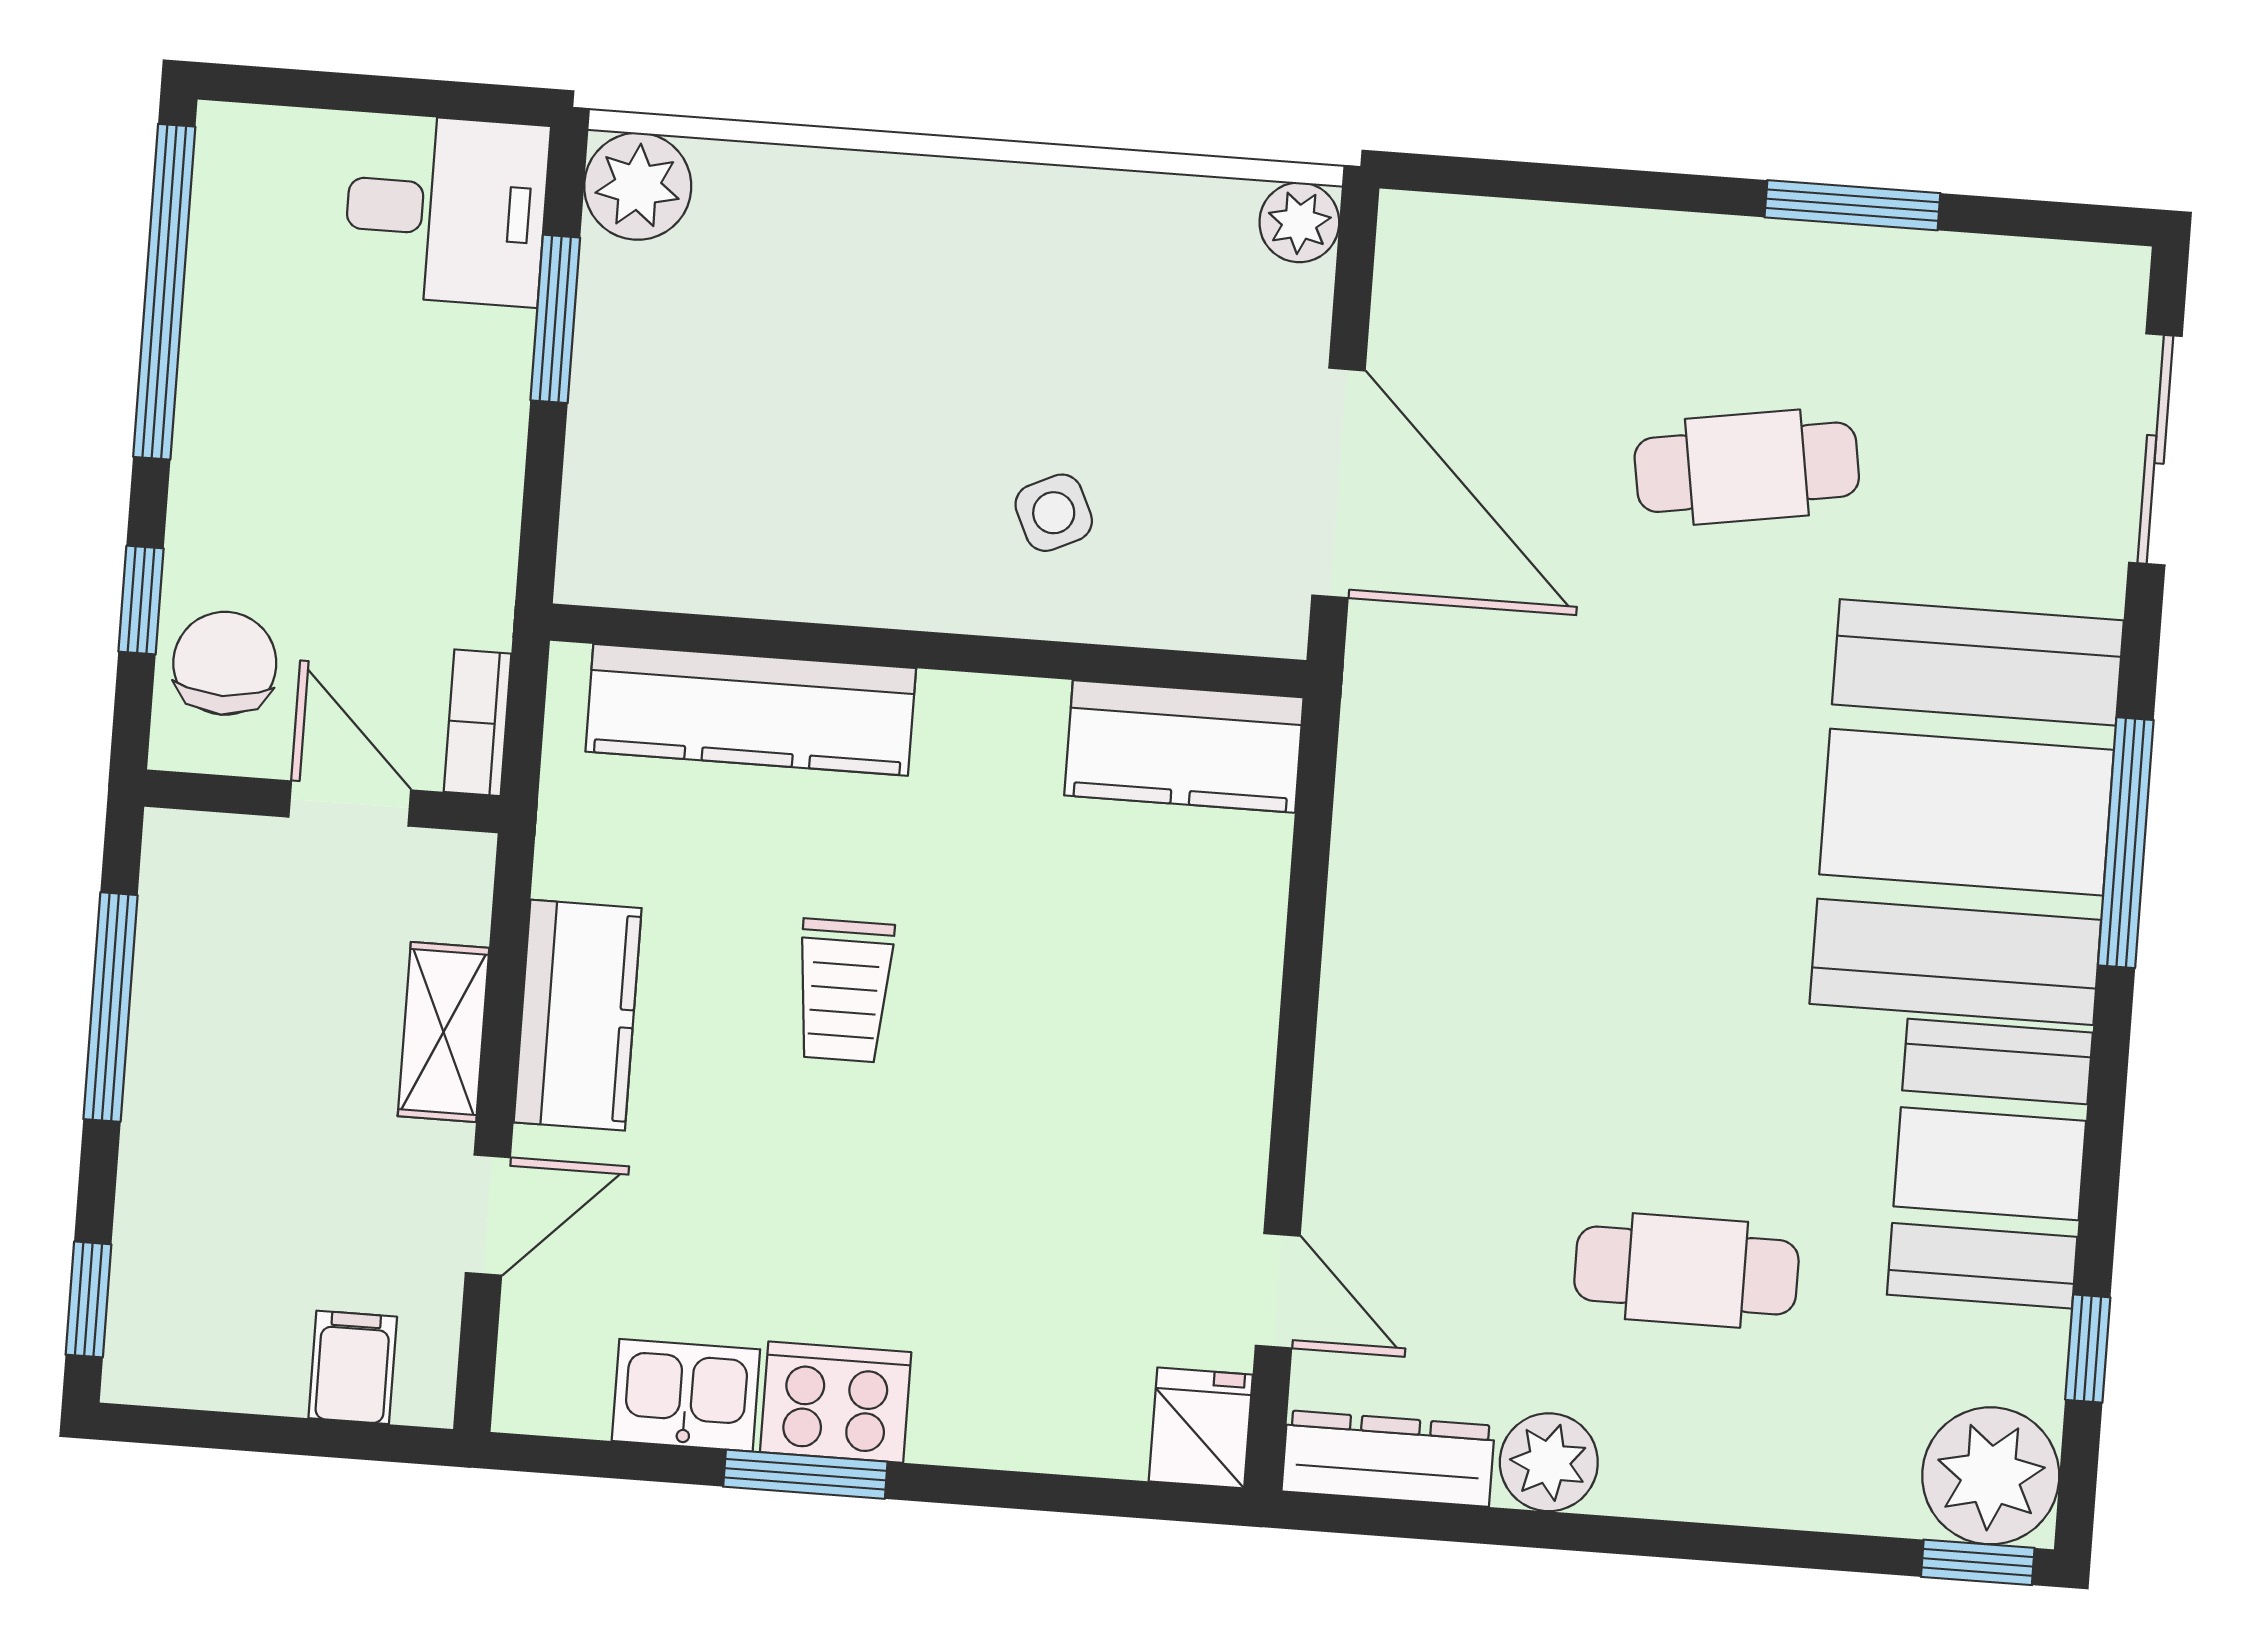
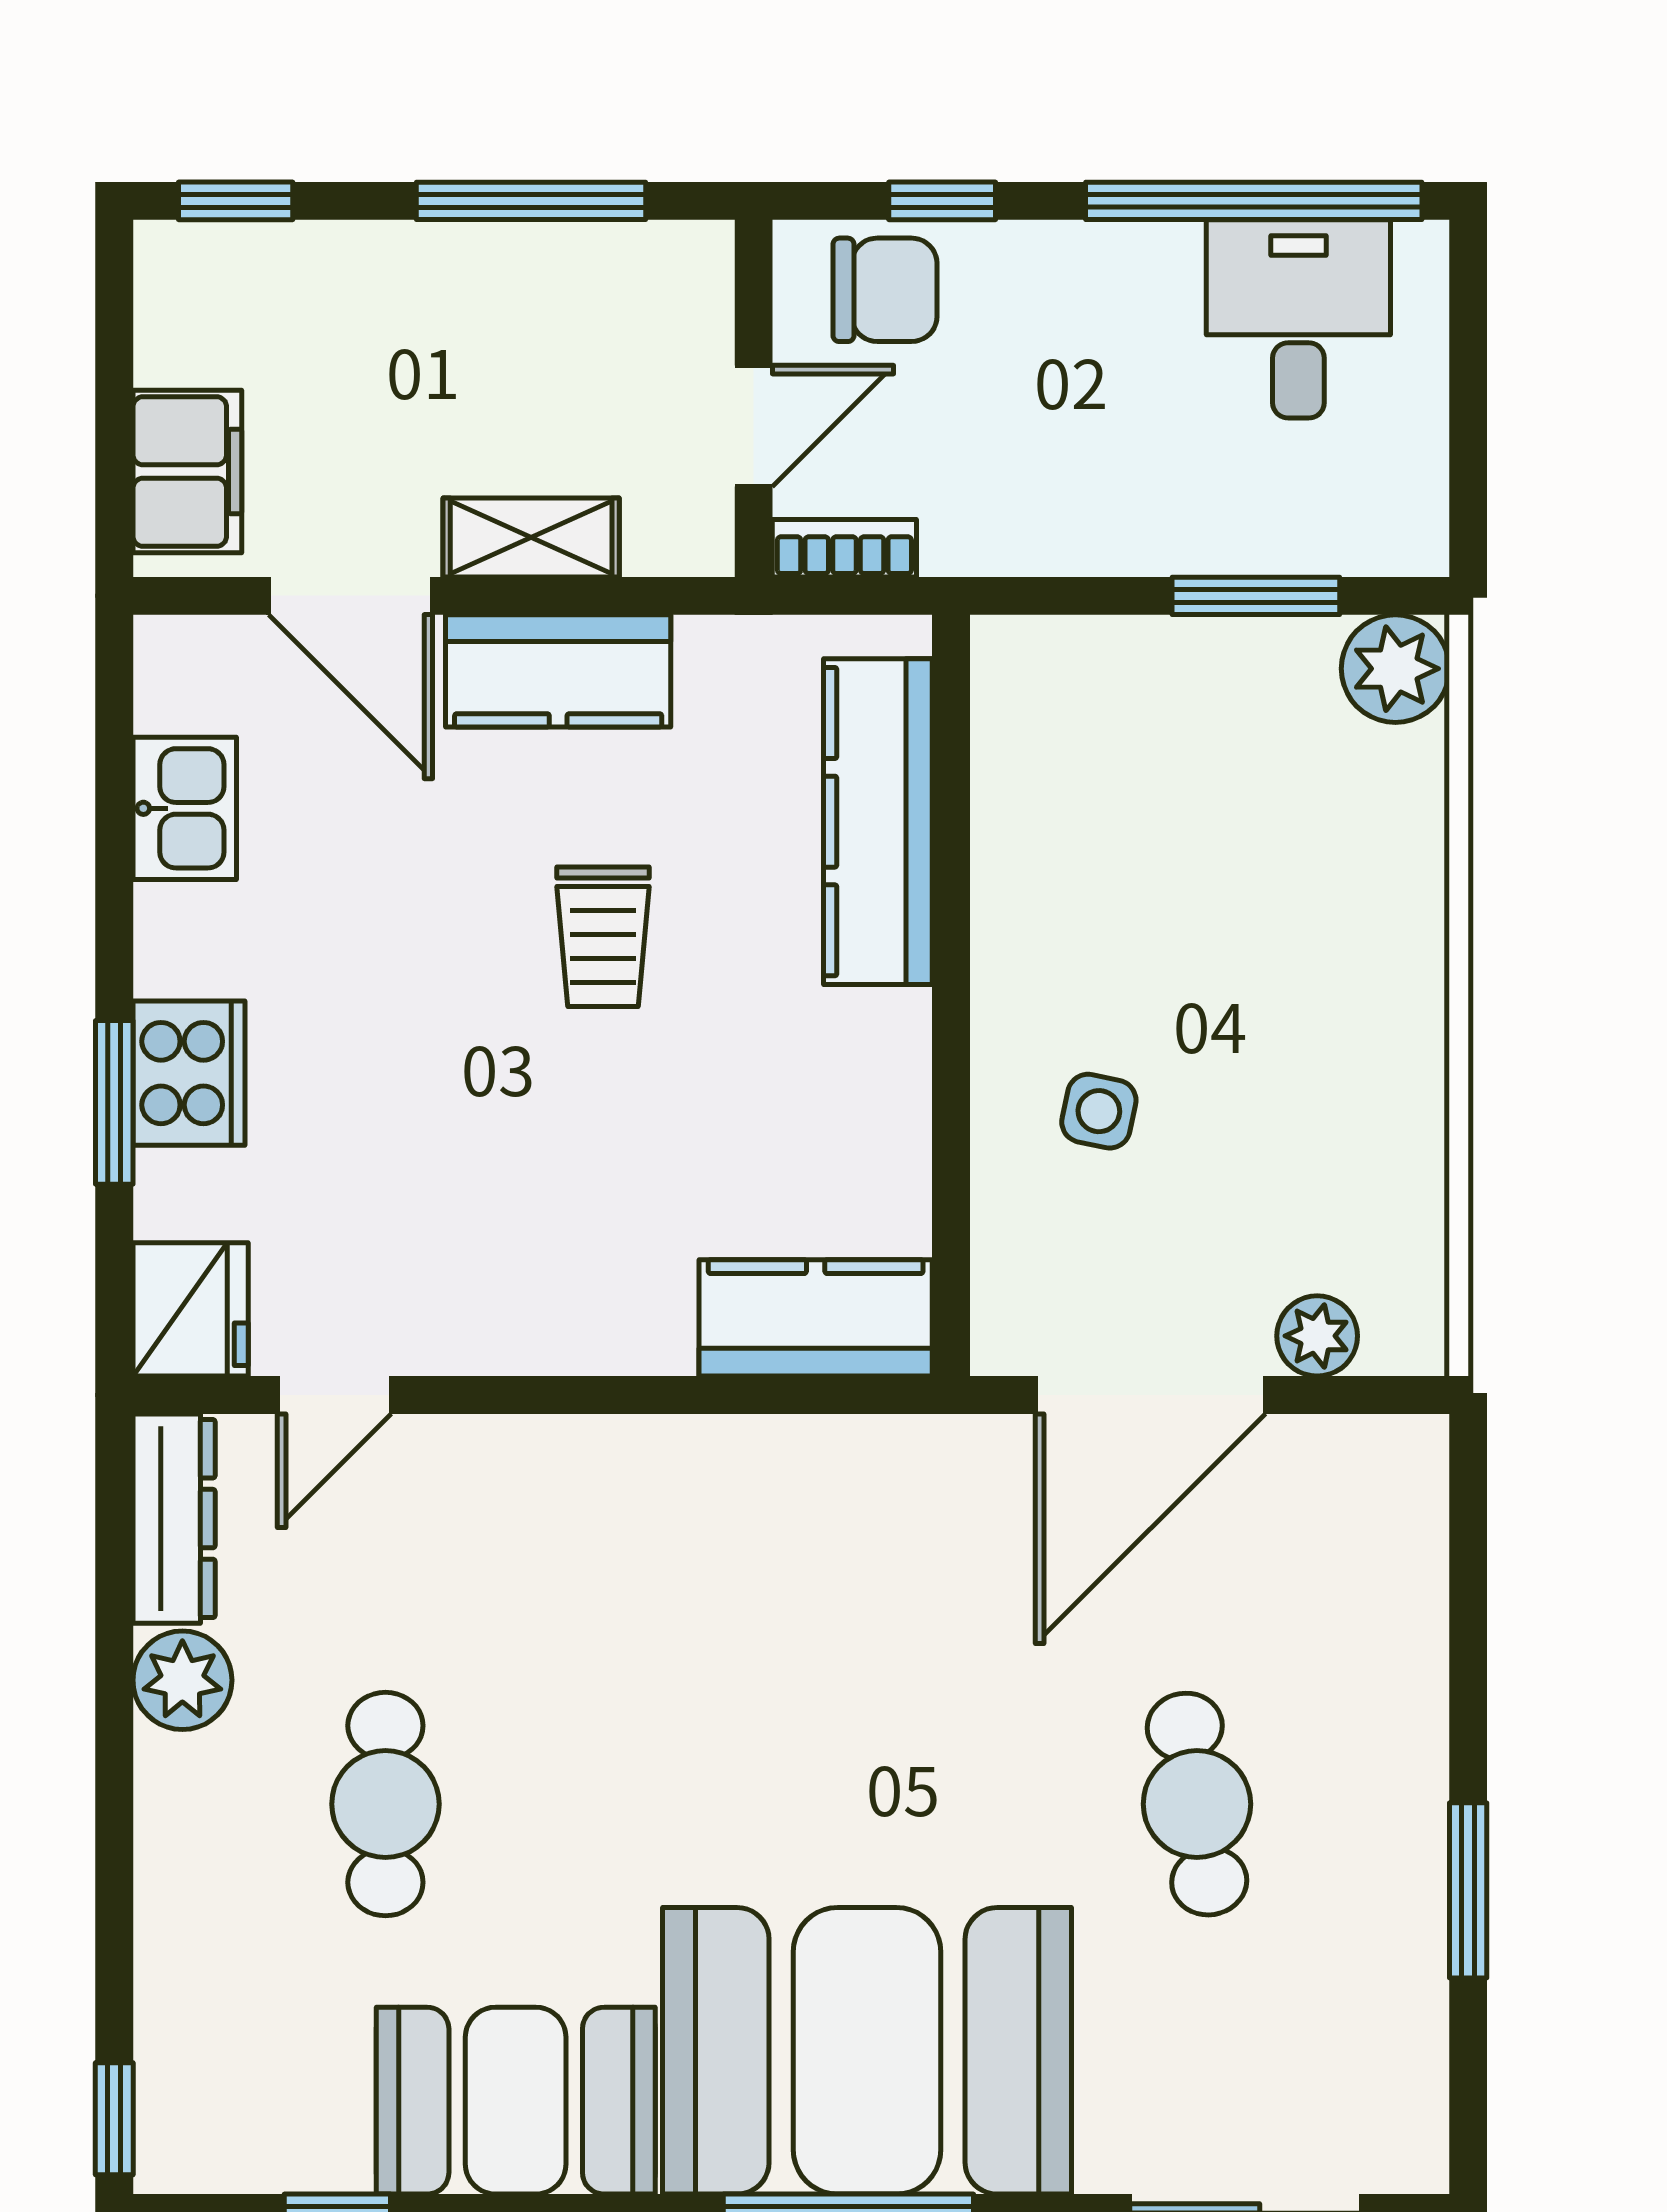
desk: (446, 210) -> (1298, 319), moved, turned 180
plant: (1299, 222) -> (1317, 1336), moved
side table: (1054, 513) -> (1099, 1111), turned 37
kitchen counter: (1184, 746) -> (816, 1318), moved, turned 90
trolley: (844, 991) -> (603, 937), turned -90
door: (488, 1215) -> (351, 596), width x1.38
filing cabinet: (353, 1367) -> (187, 472), width x2.00
cooker: (836, 1402) -> (189, 1073), moved
fridge: (1201, 1428) -> (191, 1309), width x1.38
window: (805, 1474) -> (114, 1102), moved
plant: (1991, 1476) -> (202, 2125), removed

